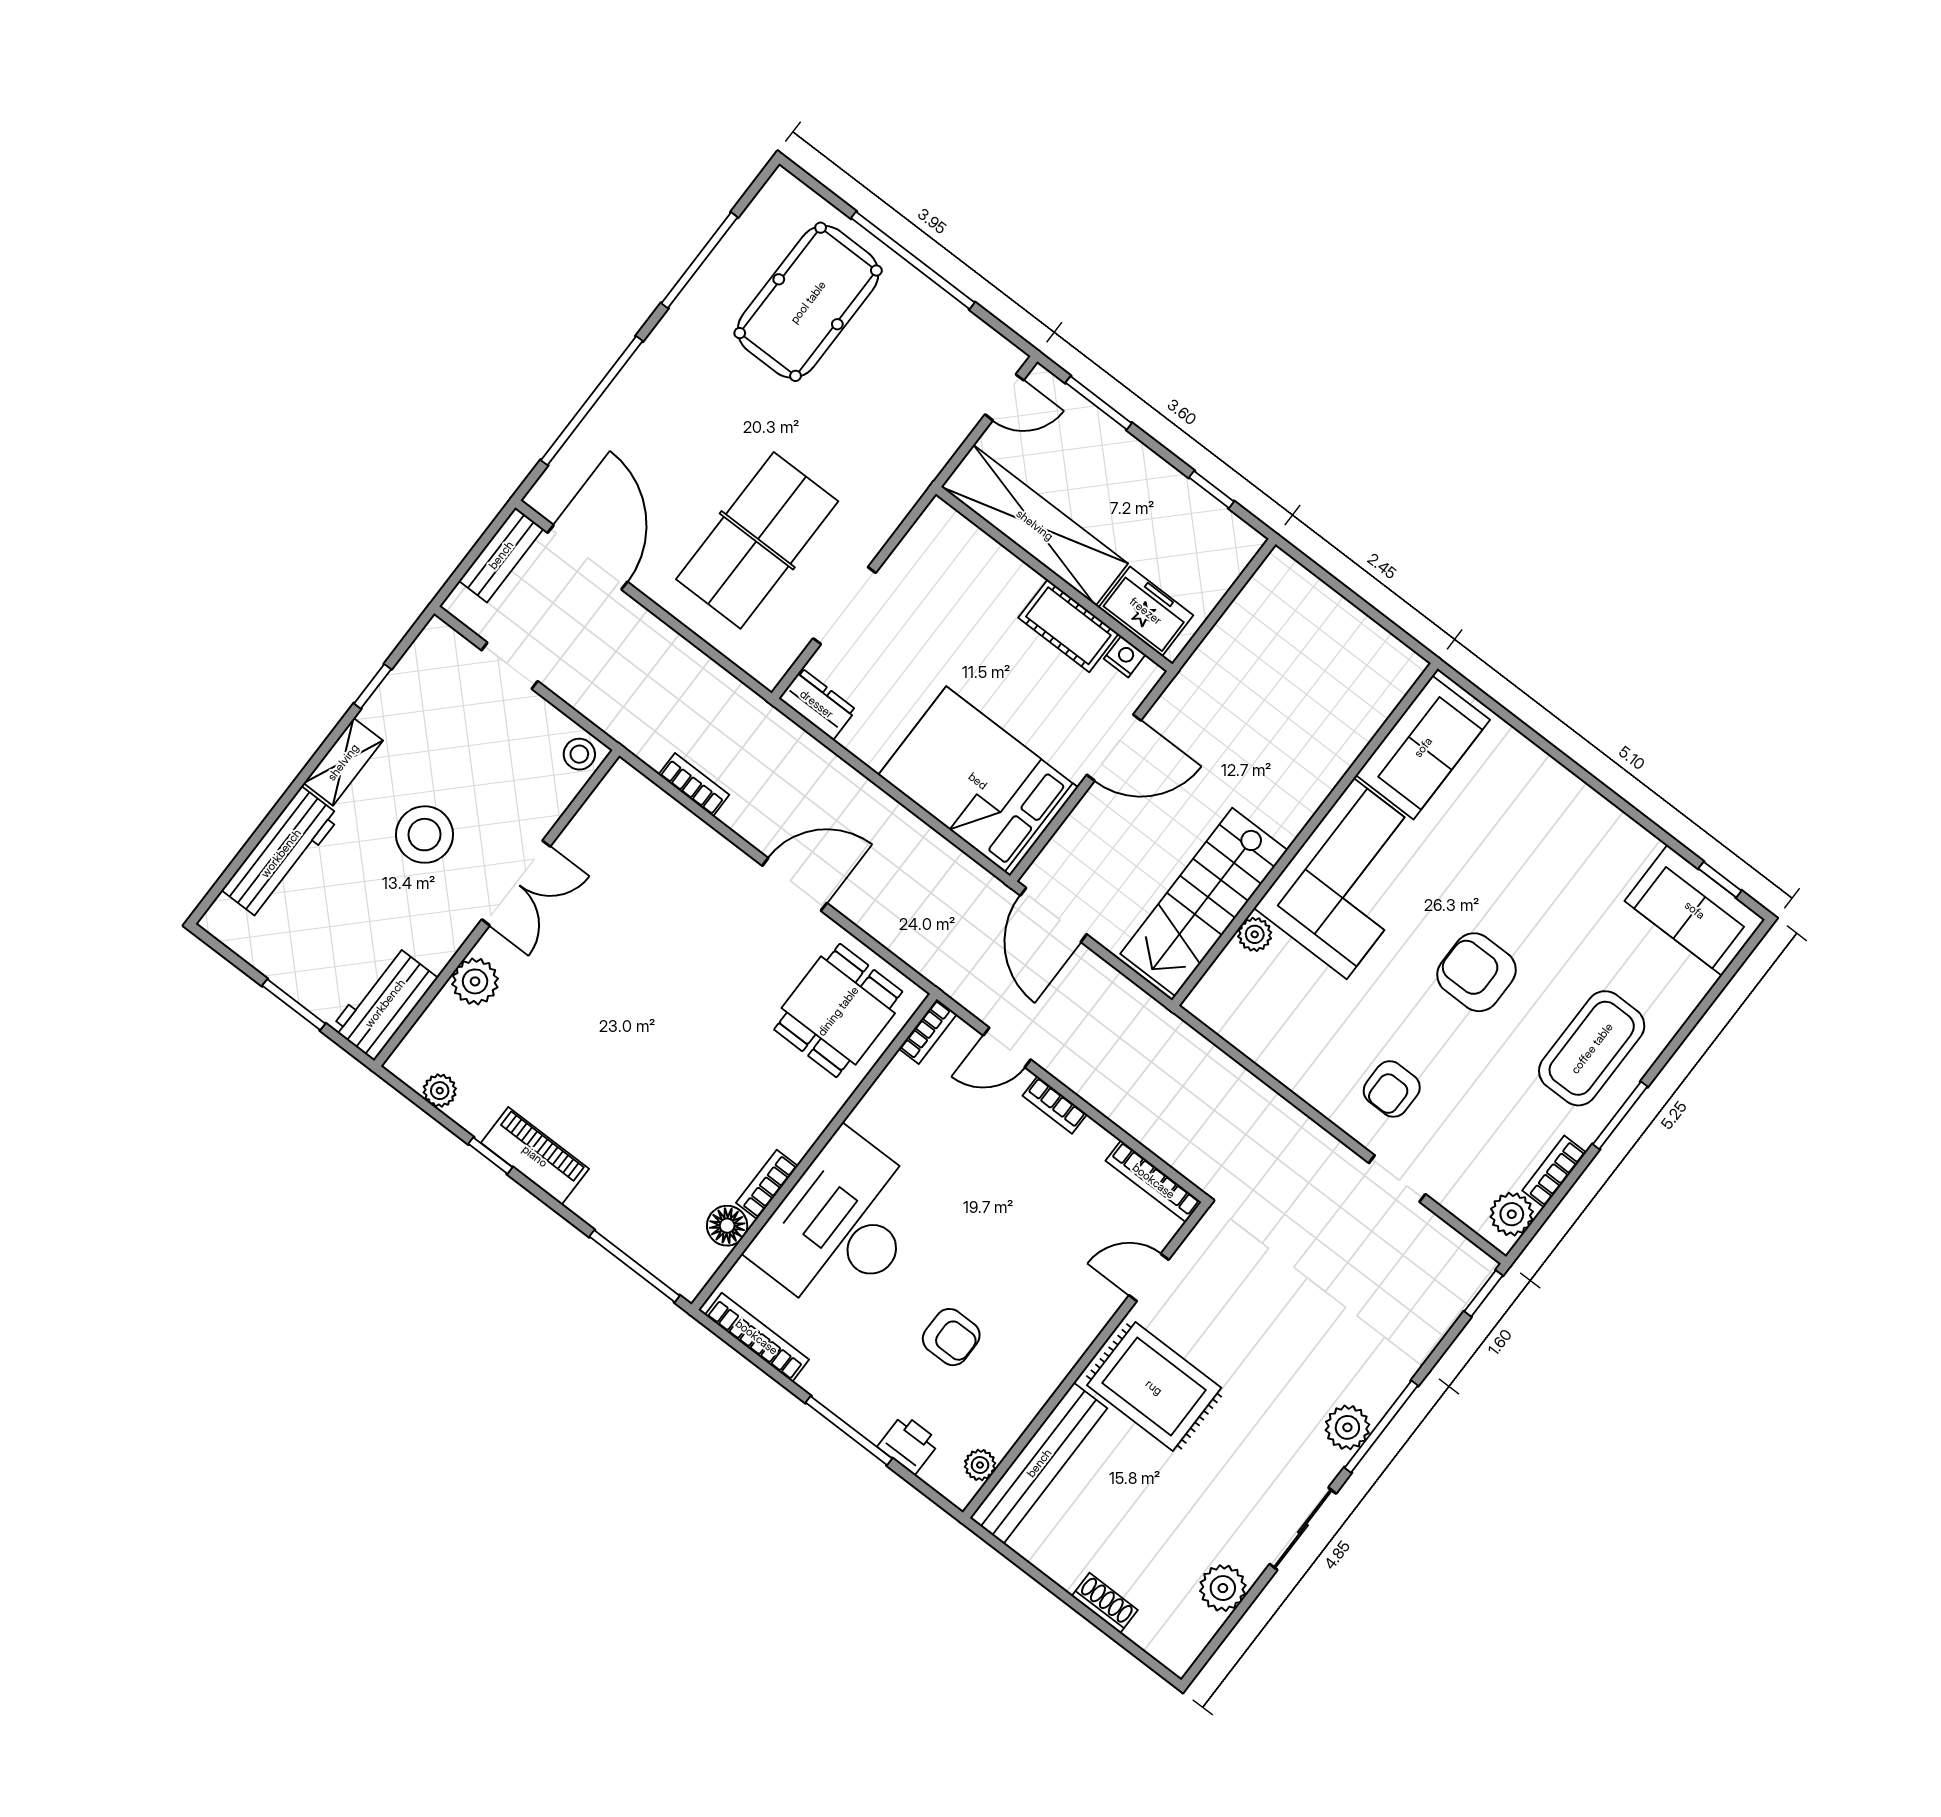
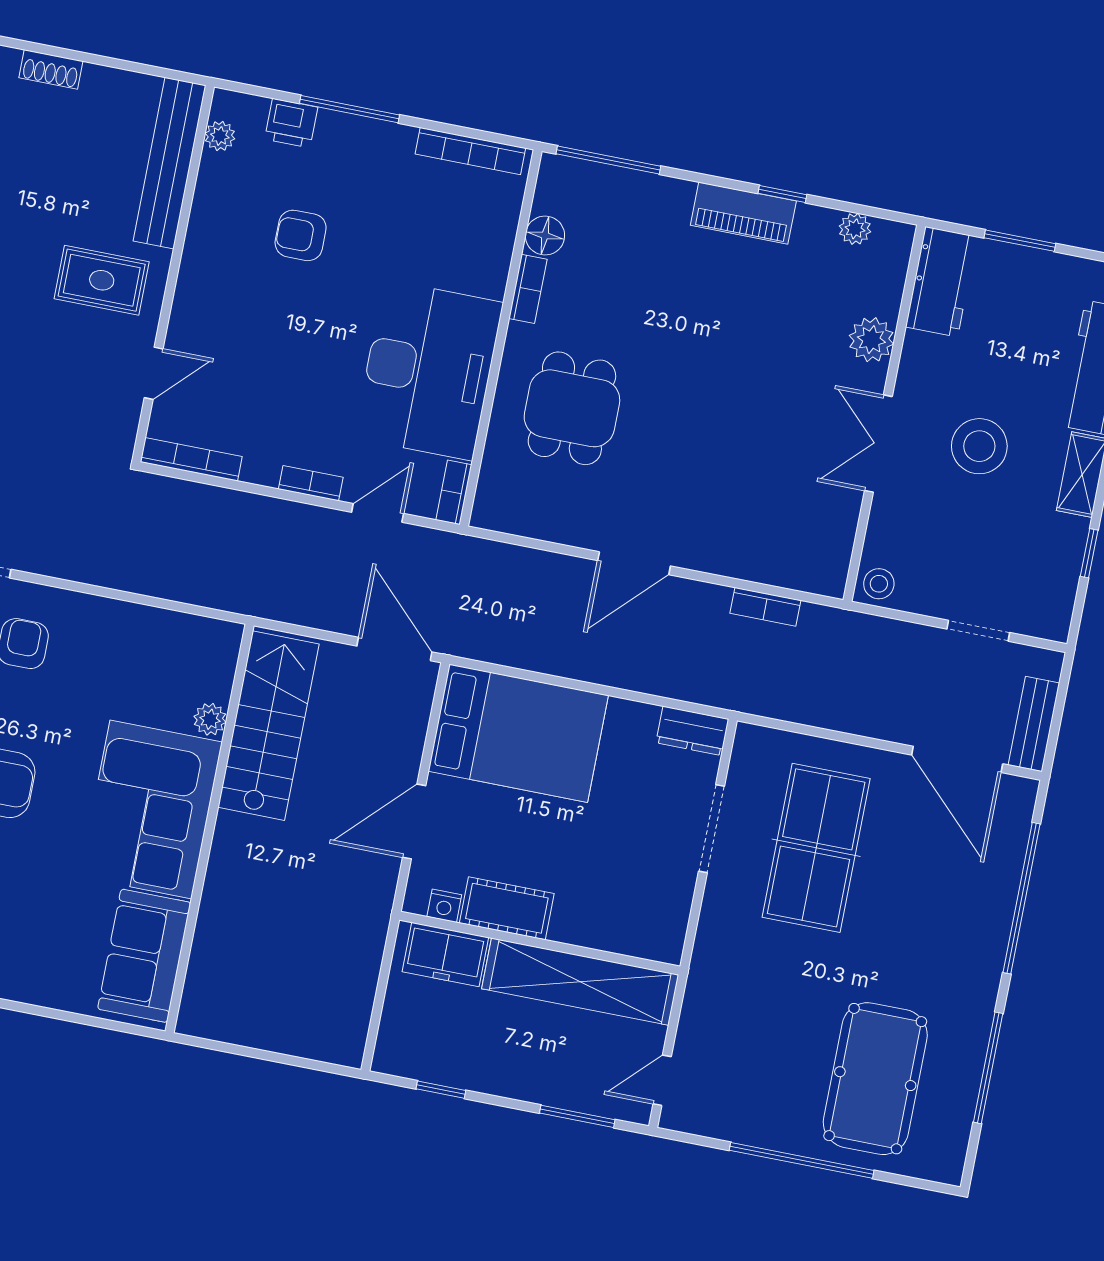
dining table: (838, 1011) -> (572, 408), moved
desk: (841, 1226) -> (428, 370), moved
rug: (1154, 1387) -> (102, 280), width x0.73, depth x0.70

